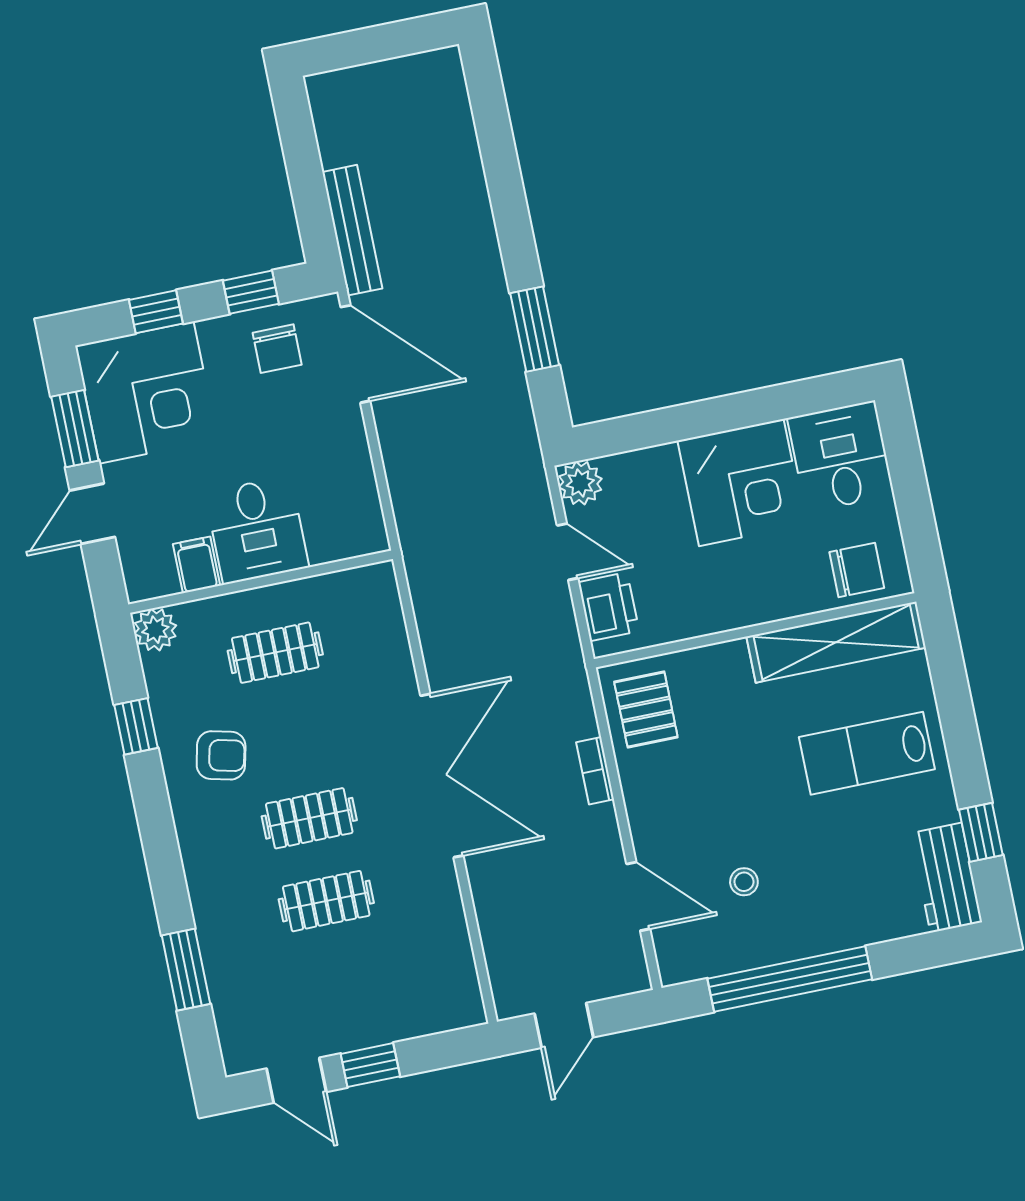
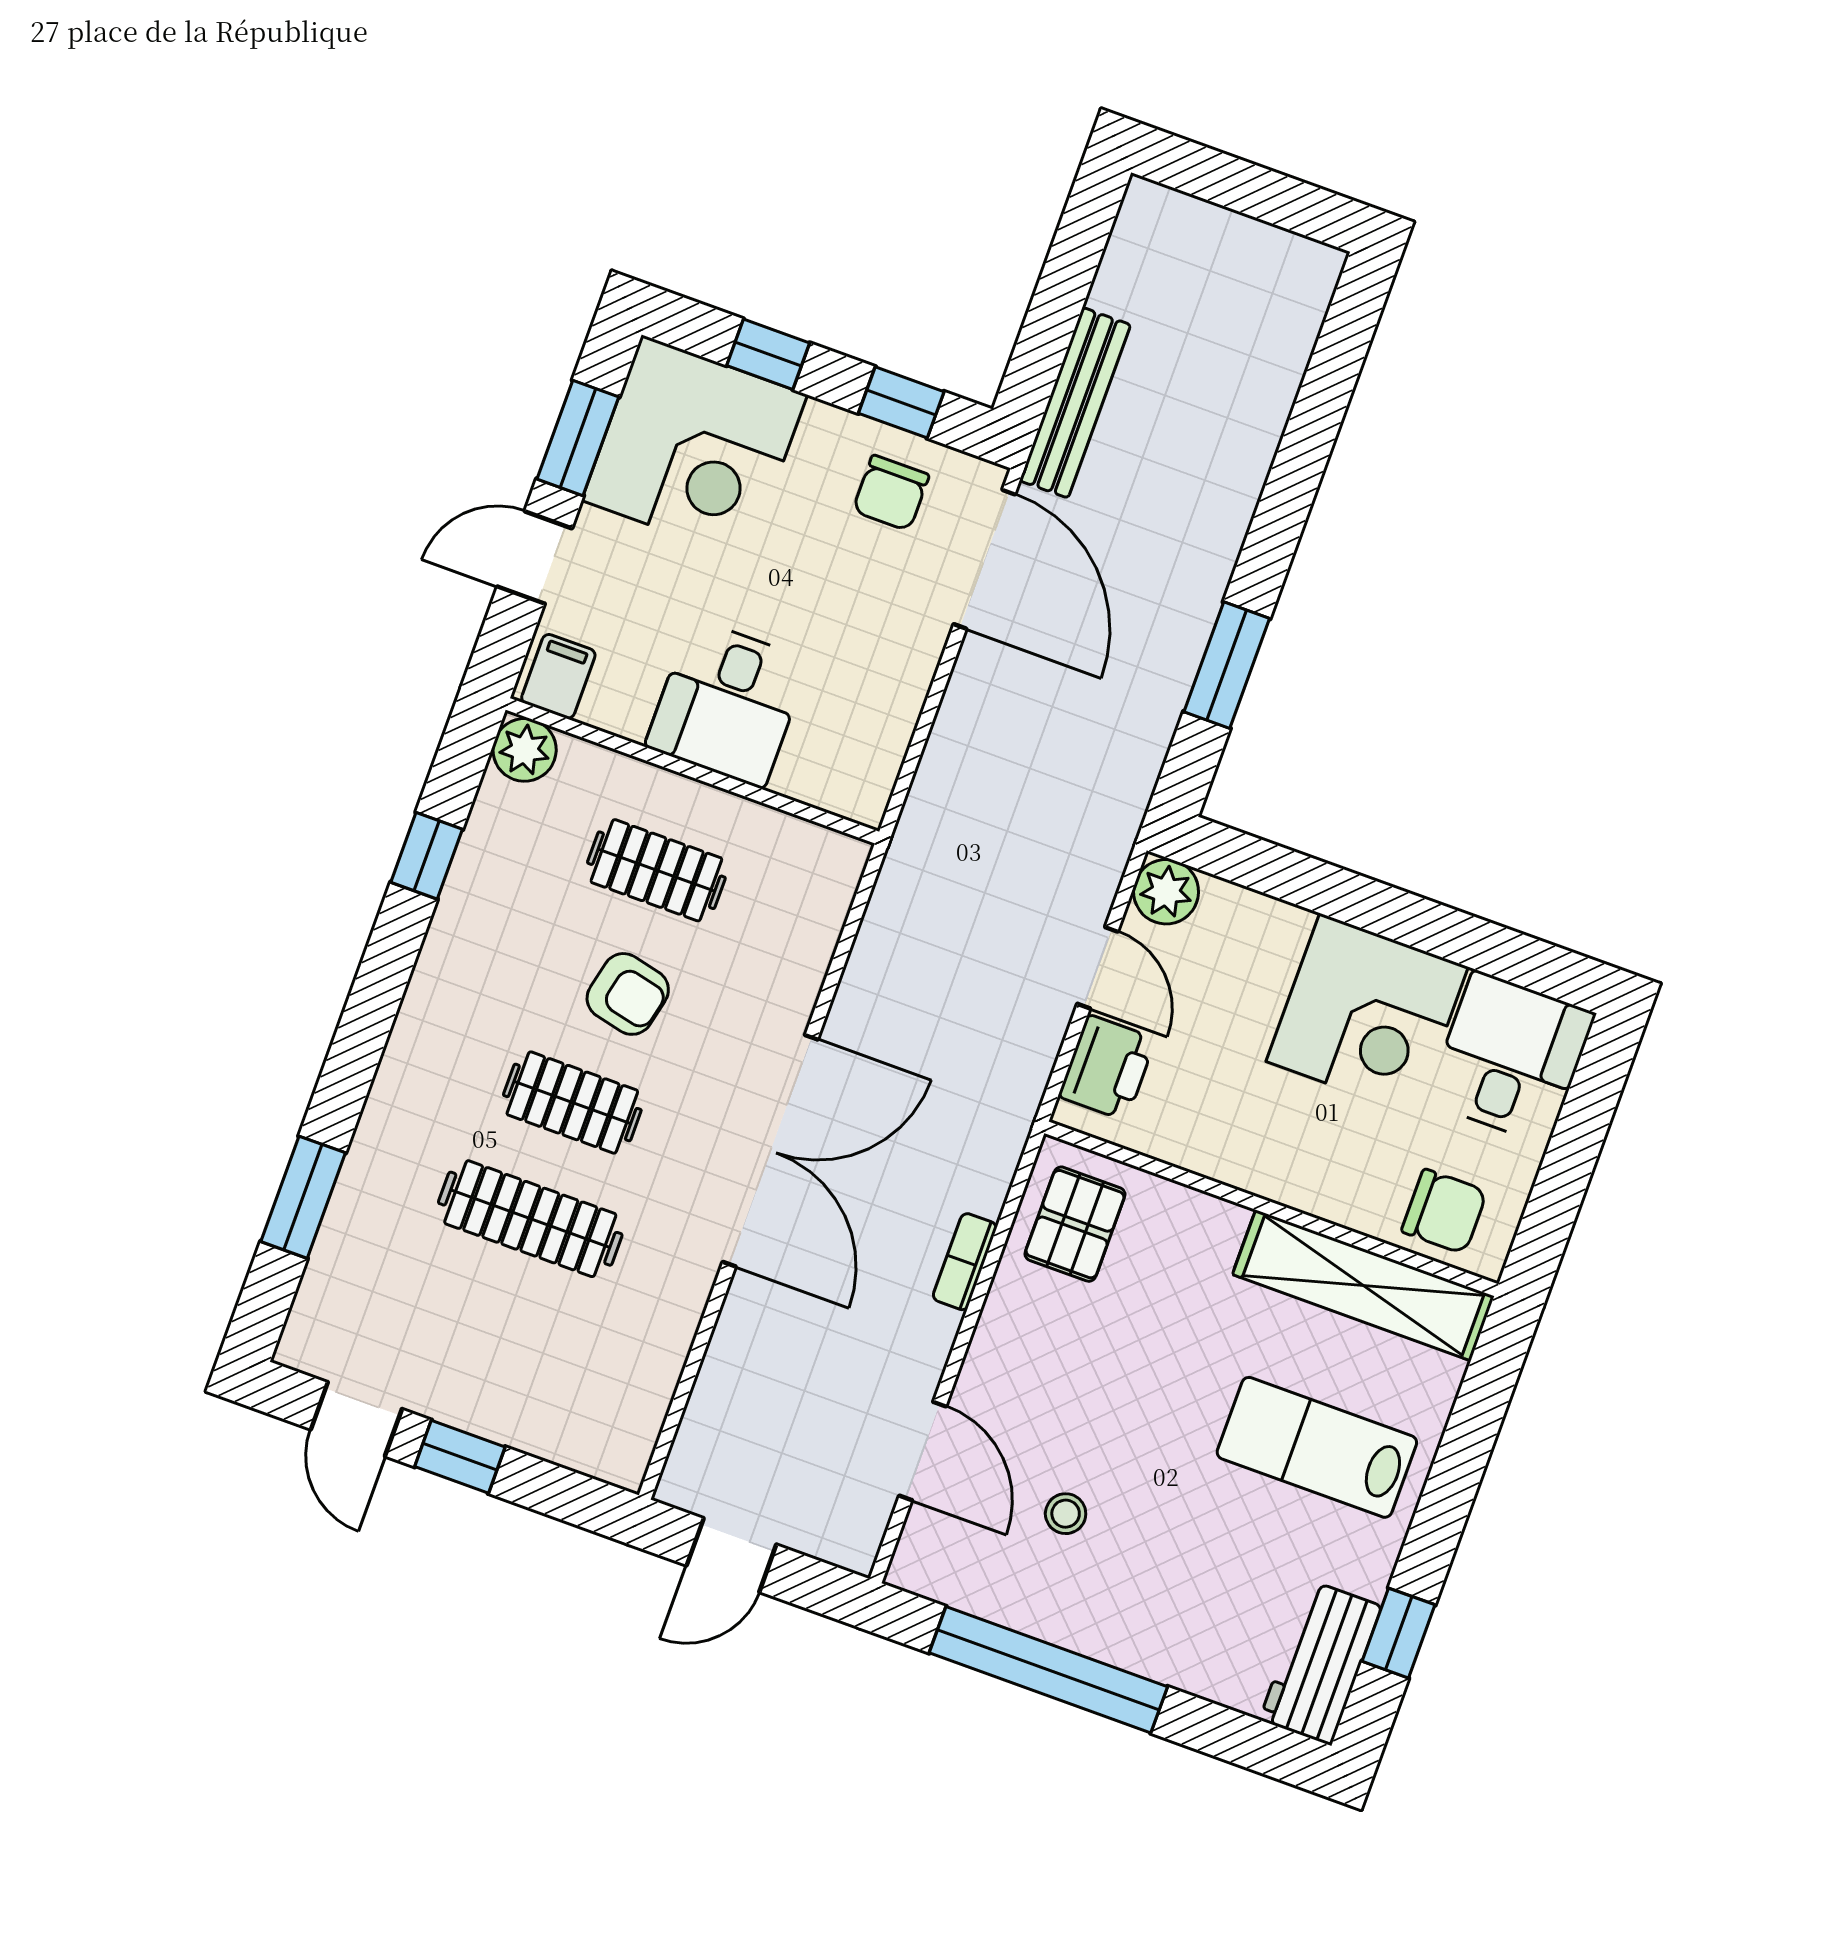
filing cabinet: (197, 565) -> (558, 676), moved
armchair: (221, 755) -> (628, 994), moved
clothes rail: (326, 901) -> (530, 1219), width x1.36

